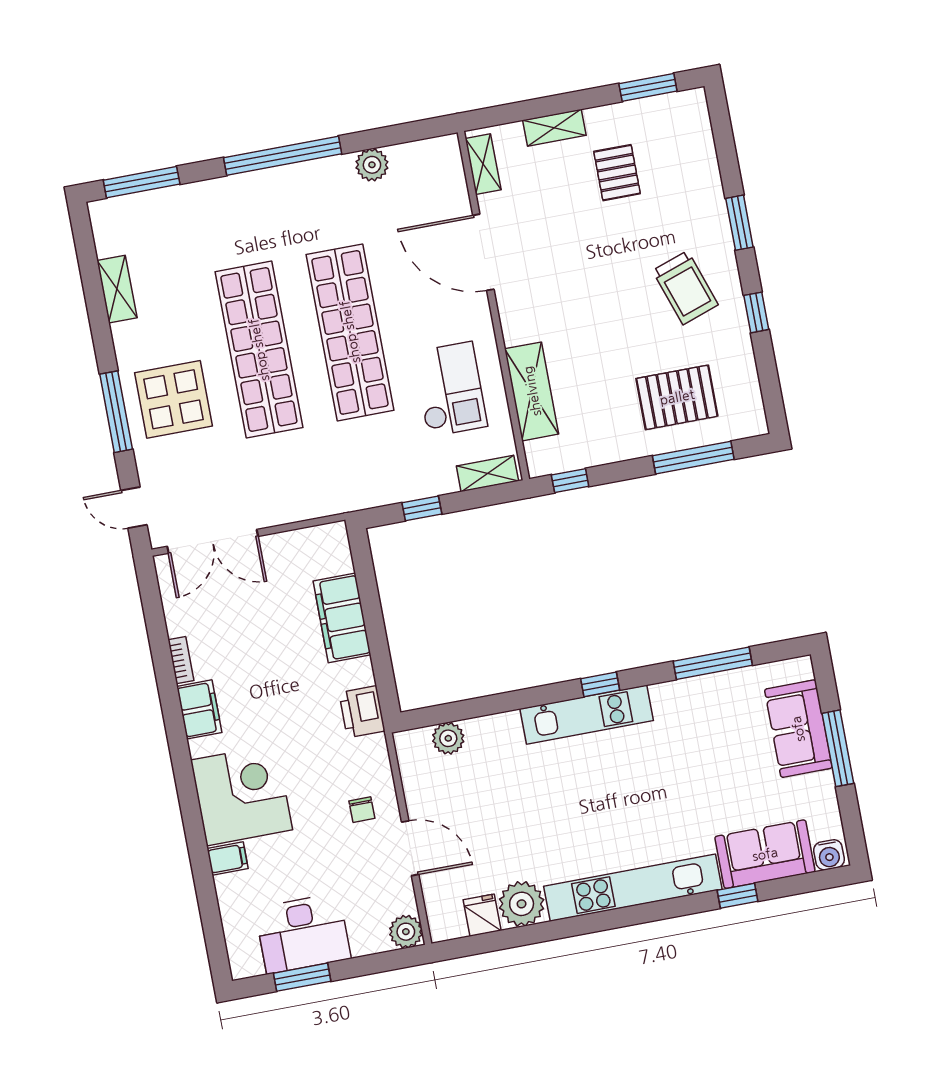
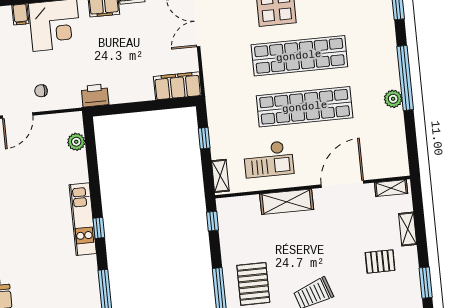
plant: (372, 165) -> (393, 99), moved
shelving: (532, 391) -> (287, 202), moved
filing cabinet: (342, 618) -> (178, 86), moved

